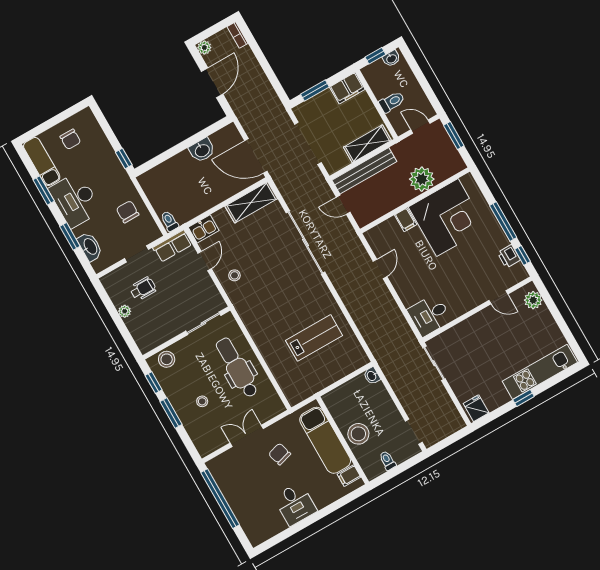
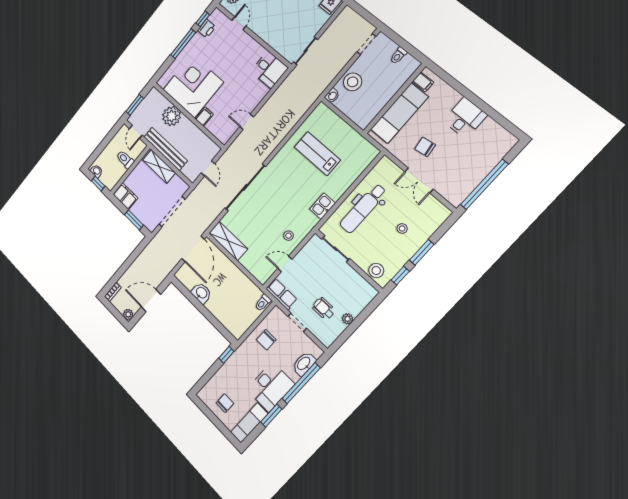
bench: (364, 171) -> (166, 149), moved
kitchen sink: (204, 229) -> (322, 206), moved, turned -90
window: (70, 236) -> (301, 383), width x2.11
stool: (358, 434) -> (353, 82), moved
chair: (280, 454) -> (425, 147), turned 98

